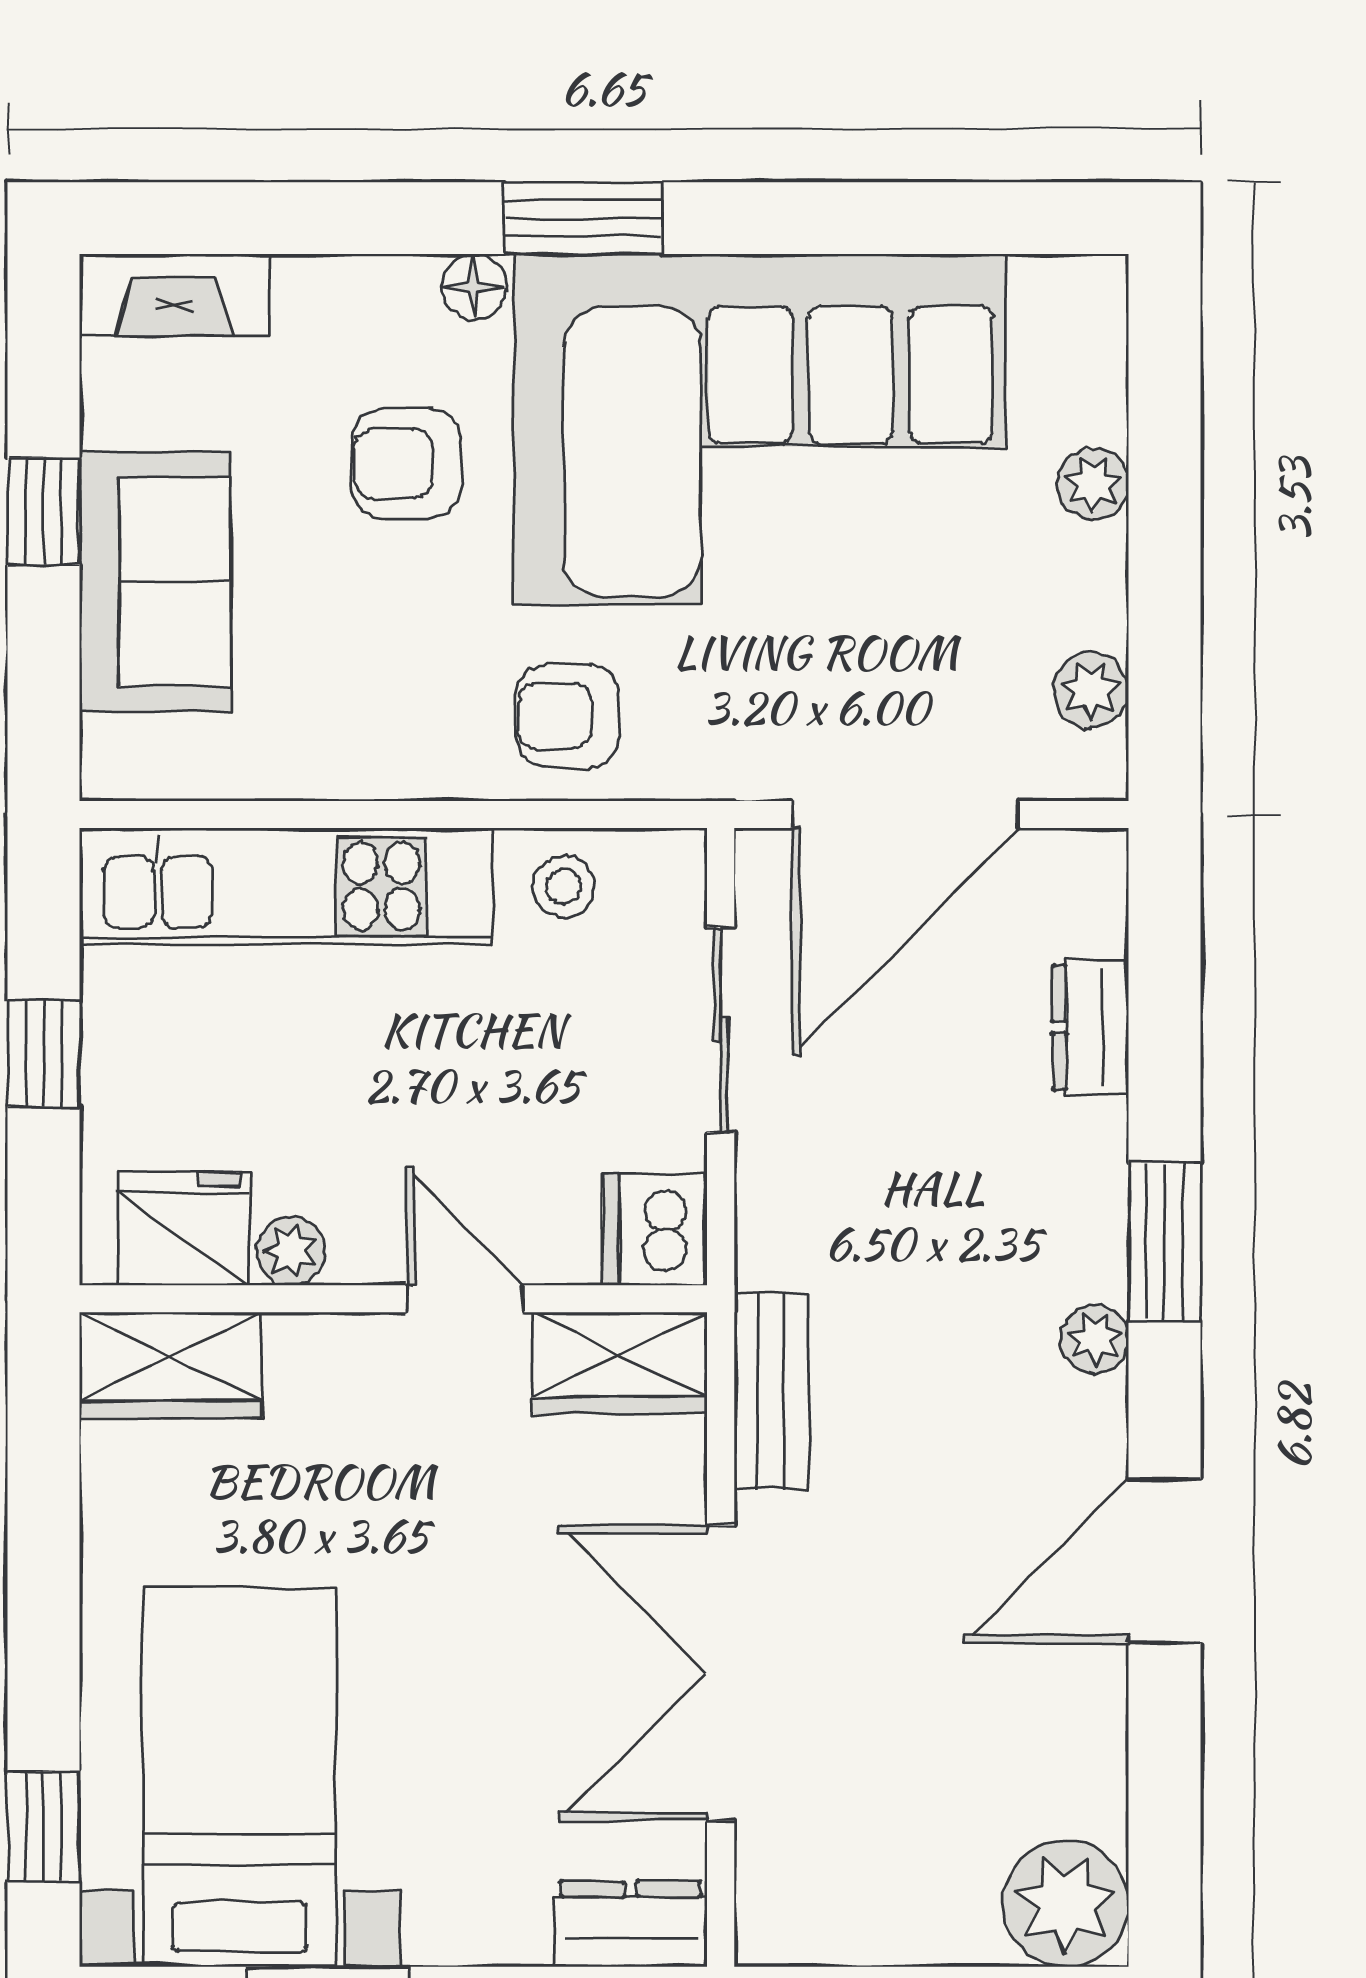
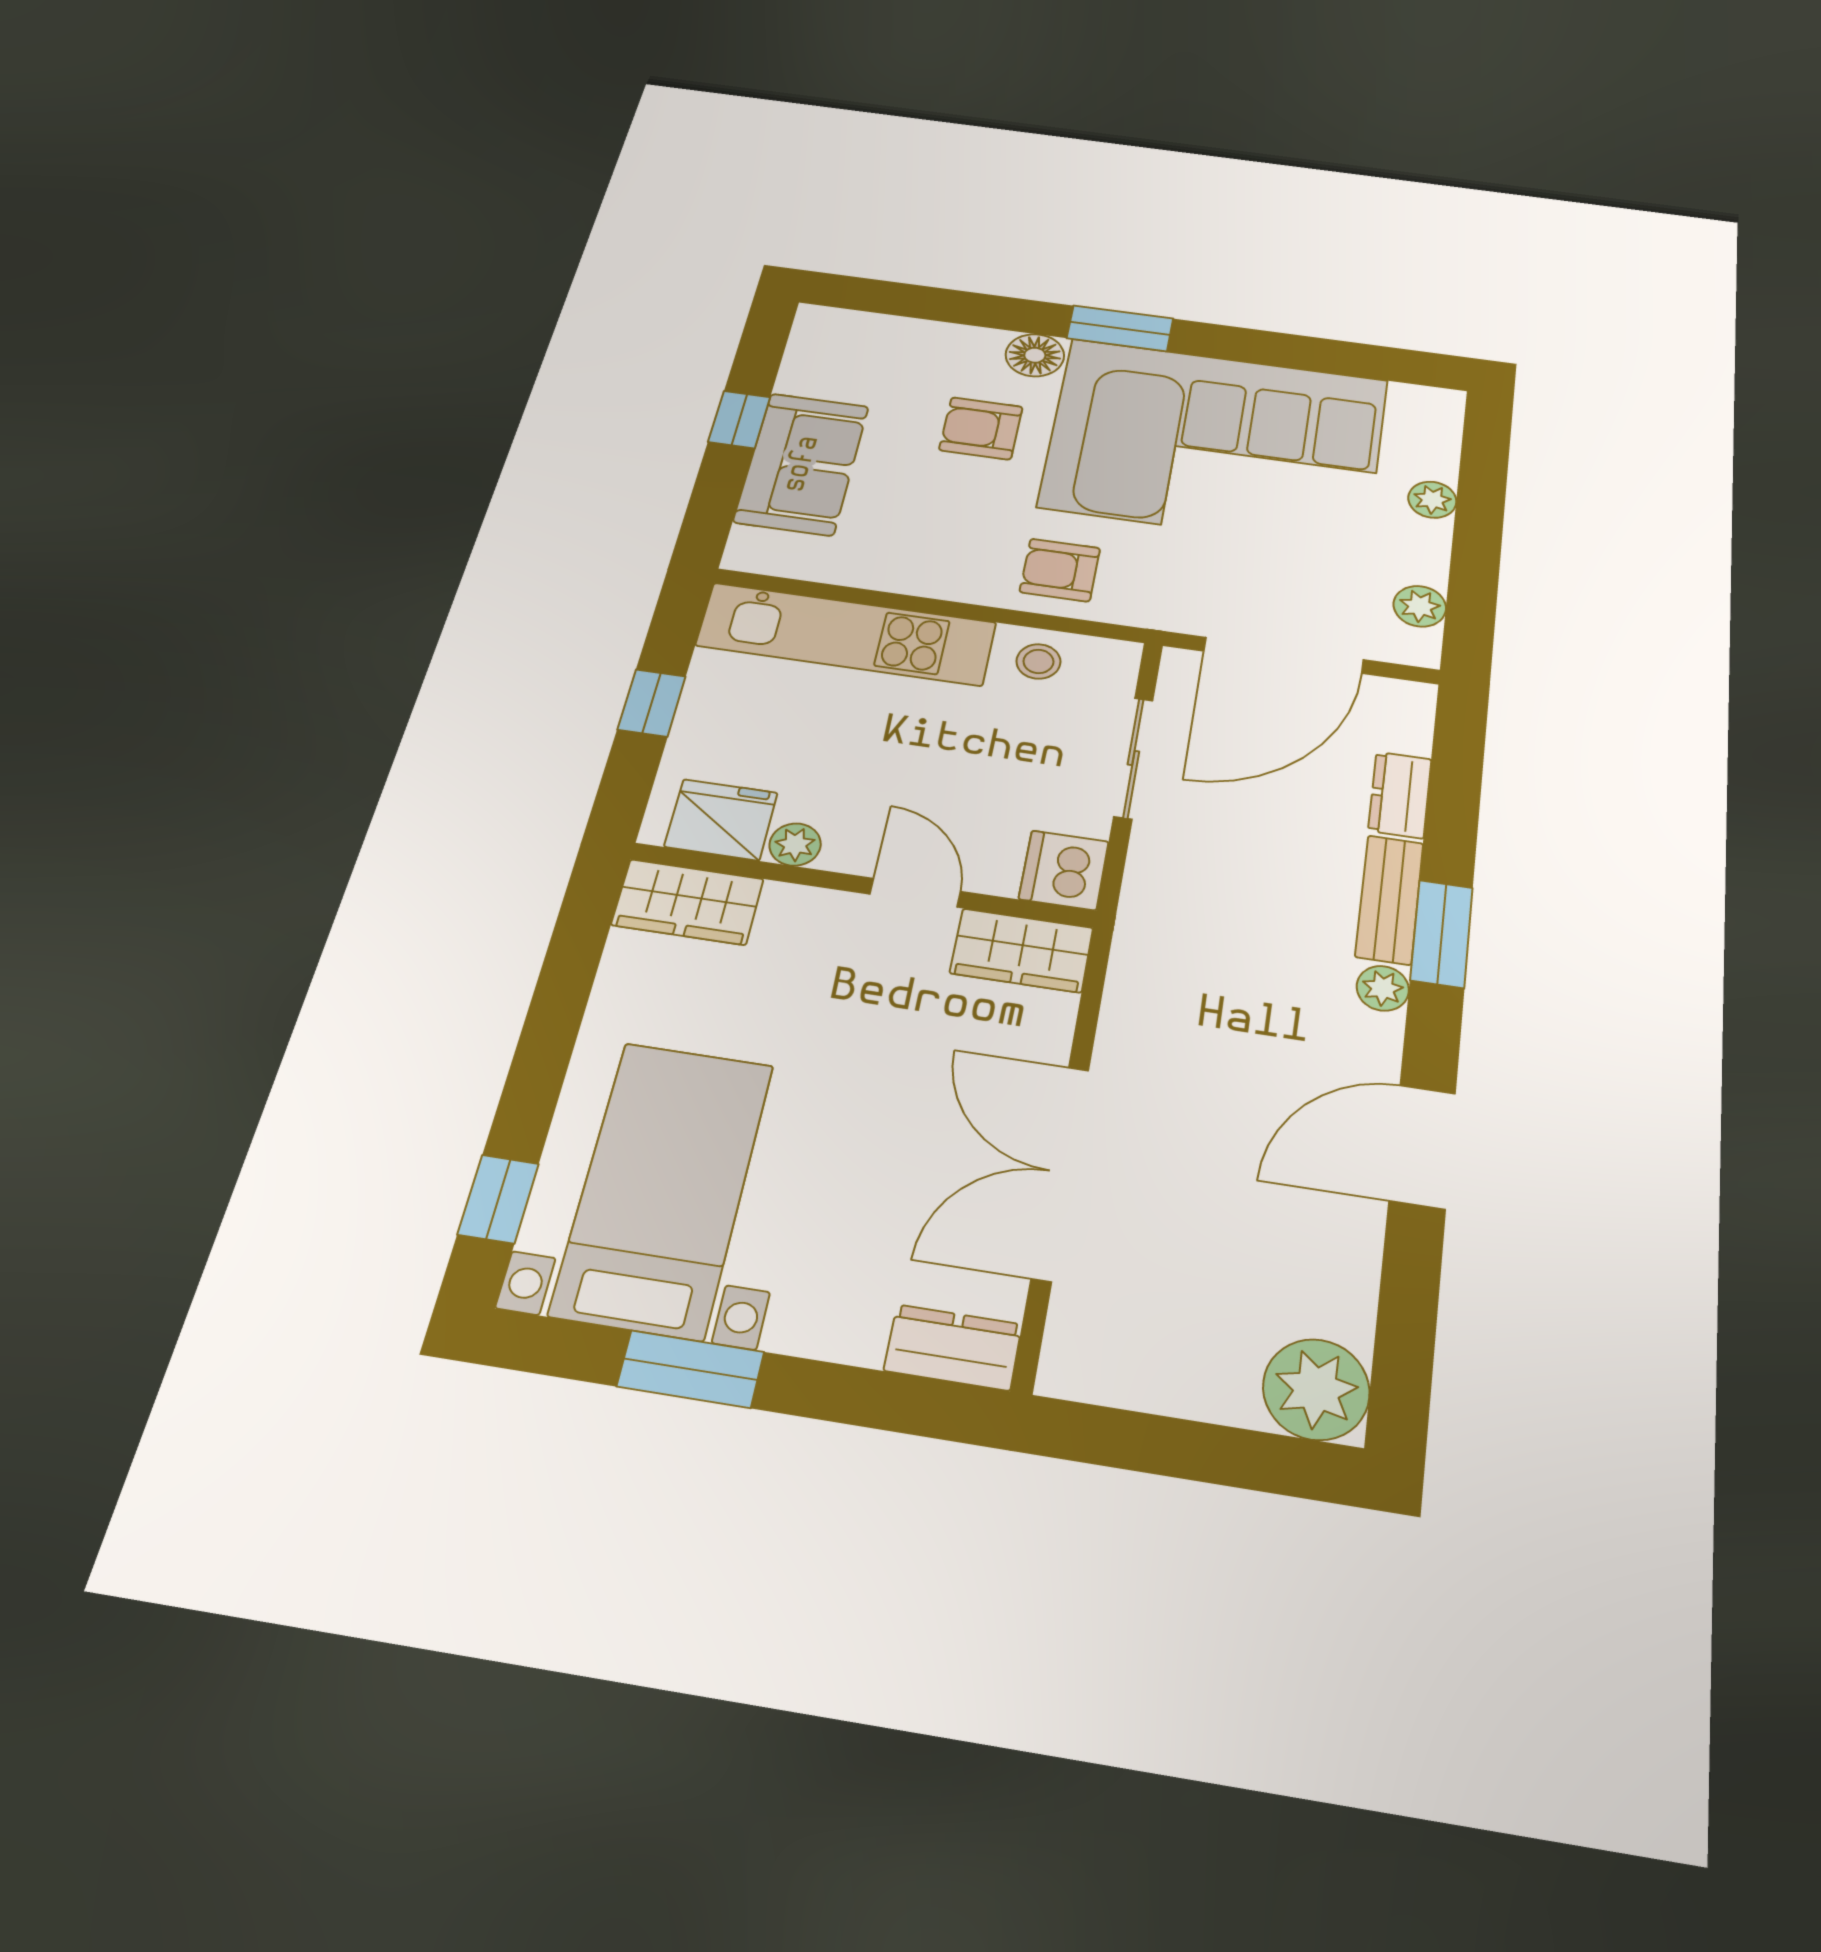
floor lamp: (474, 287) -> (1035, 355), width x1.37, depth x1.37
fireplace: (174, 295) -> (853, 329), removed
bench: (771, 1391) -> (1389, 899), moved

